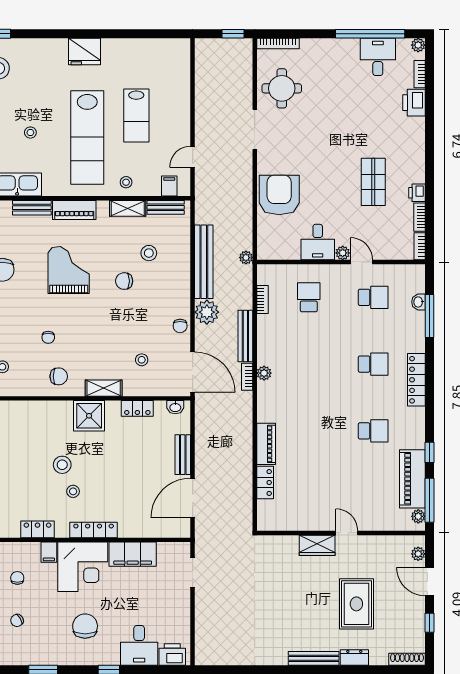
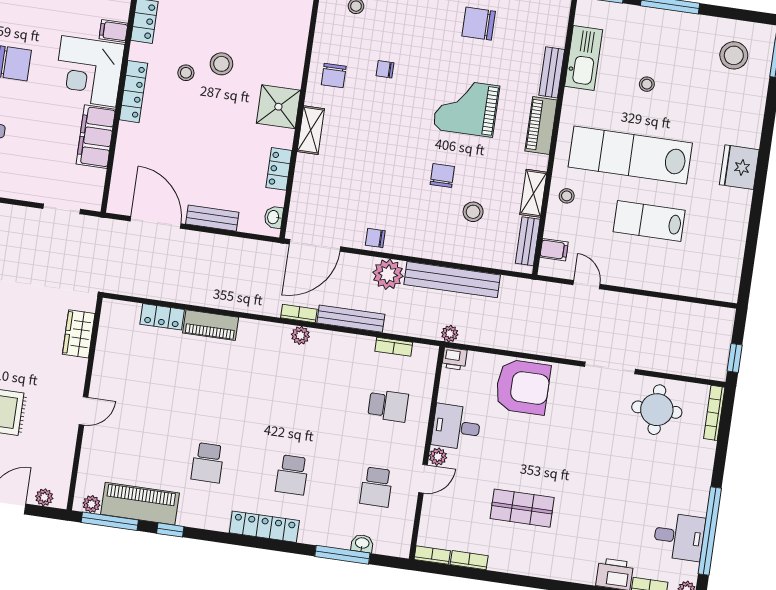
printer: (417, 193) -> (454, 359), moved, turned 180
grand piano: (69, 270) -> (466, 108), turned 180
stool: (142, 360) -> (340, 183), removed
wardrobe: (317, 545) -> (79, 334), moved

